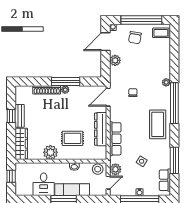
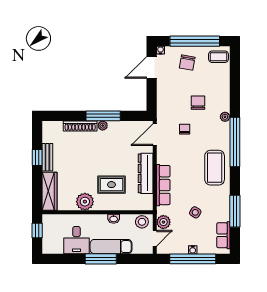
plant: (115, 60) -> (163, 90), removed
chair: (144, 71) -> (198, 103), added

